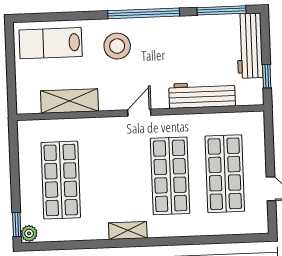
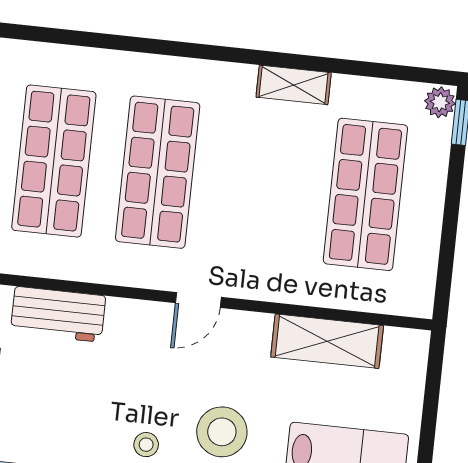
stool: (155, 34) -> (146, 445), added
workbench: (202, 95) -> (58, 314), width x0.73
shelving: (128, 230) -> (294, 85), moved

